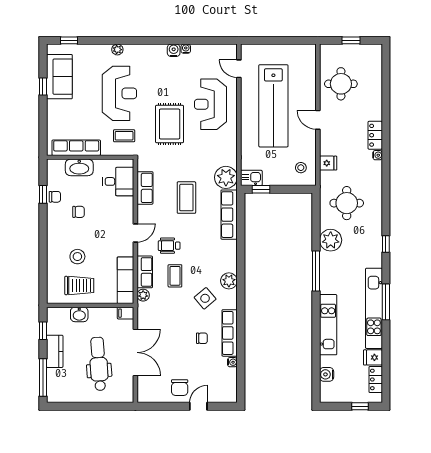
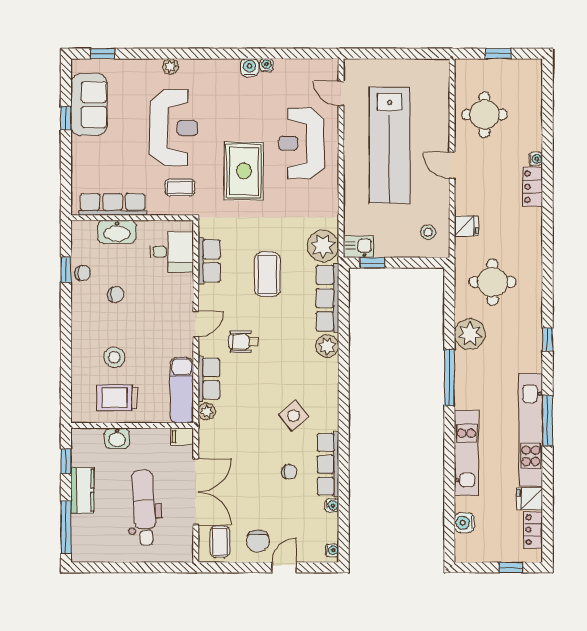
water cooler: (378, 155) -> (536, 159), moved
coffee table: (175, 276) -> (220, 542), moved
plant: (229, 281) -> (327, 346), moved
trolley: (79, 285) -> (117, 398), turned 180
water cooler: (233, 394) -> (332, 550), added

